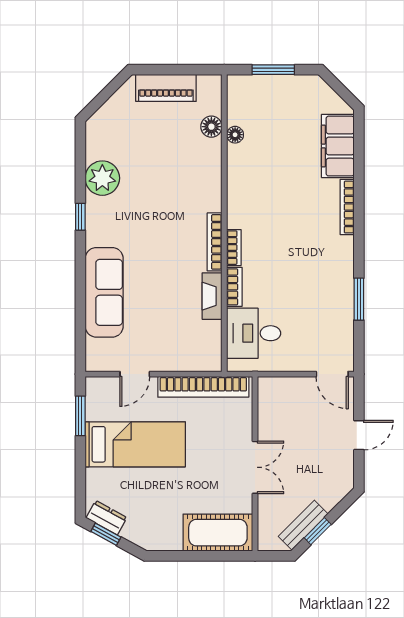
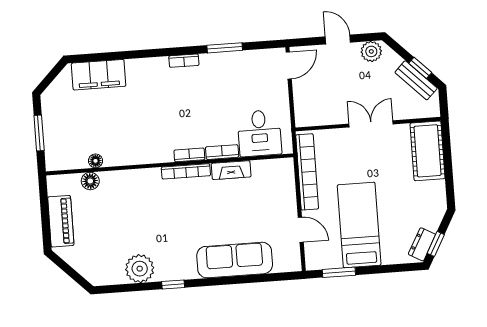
bookcase: (347, 207) -> (184, 61), moved, width x0.64
plant: (342, 474) -> (371, 51), added

